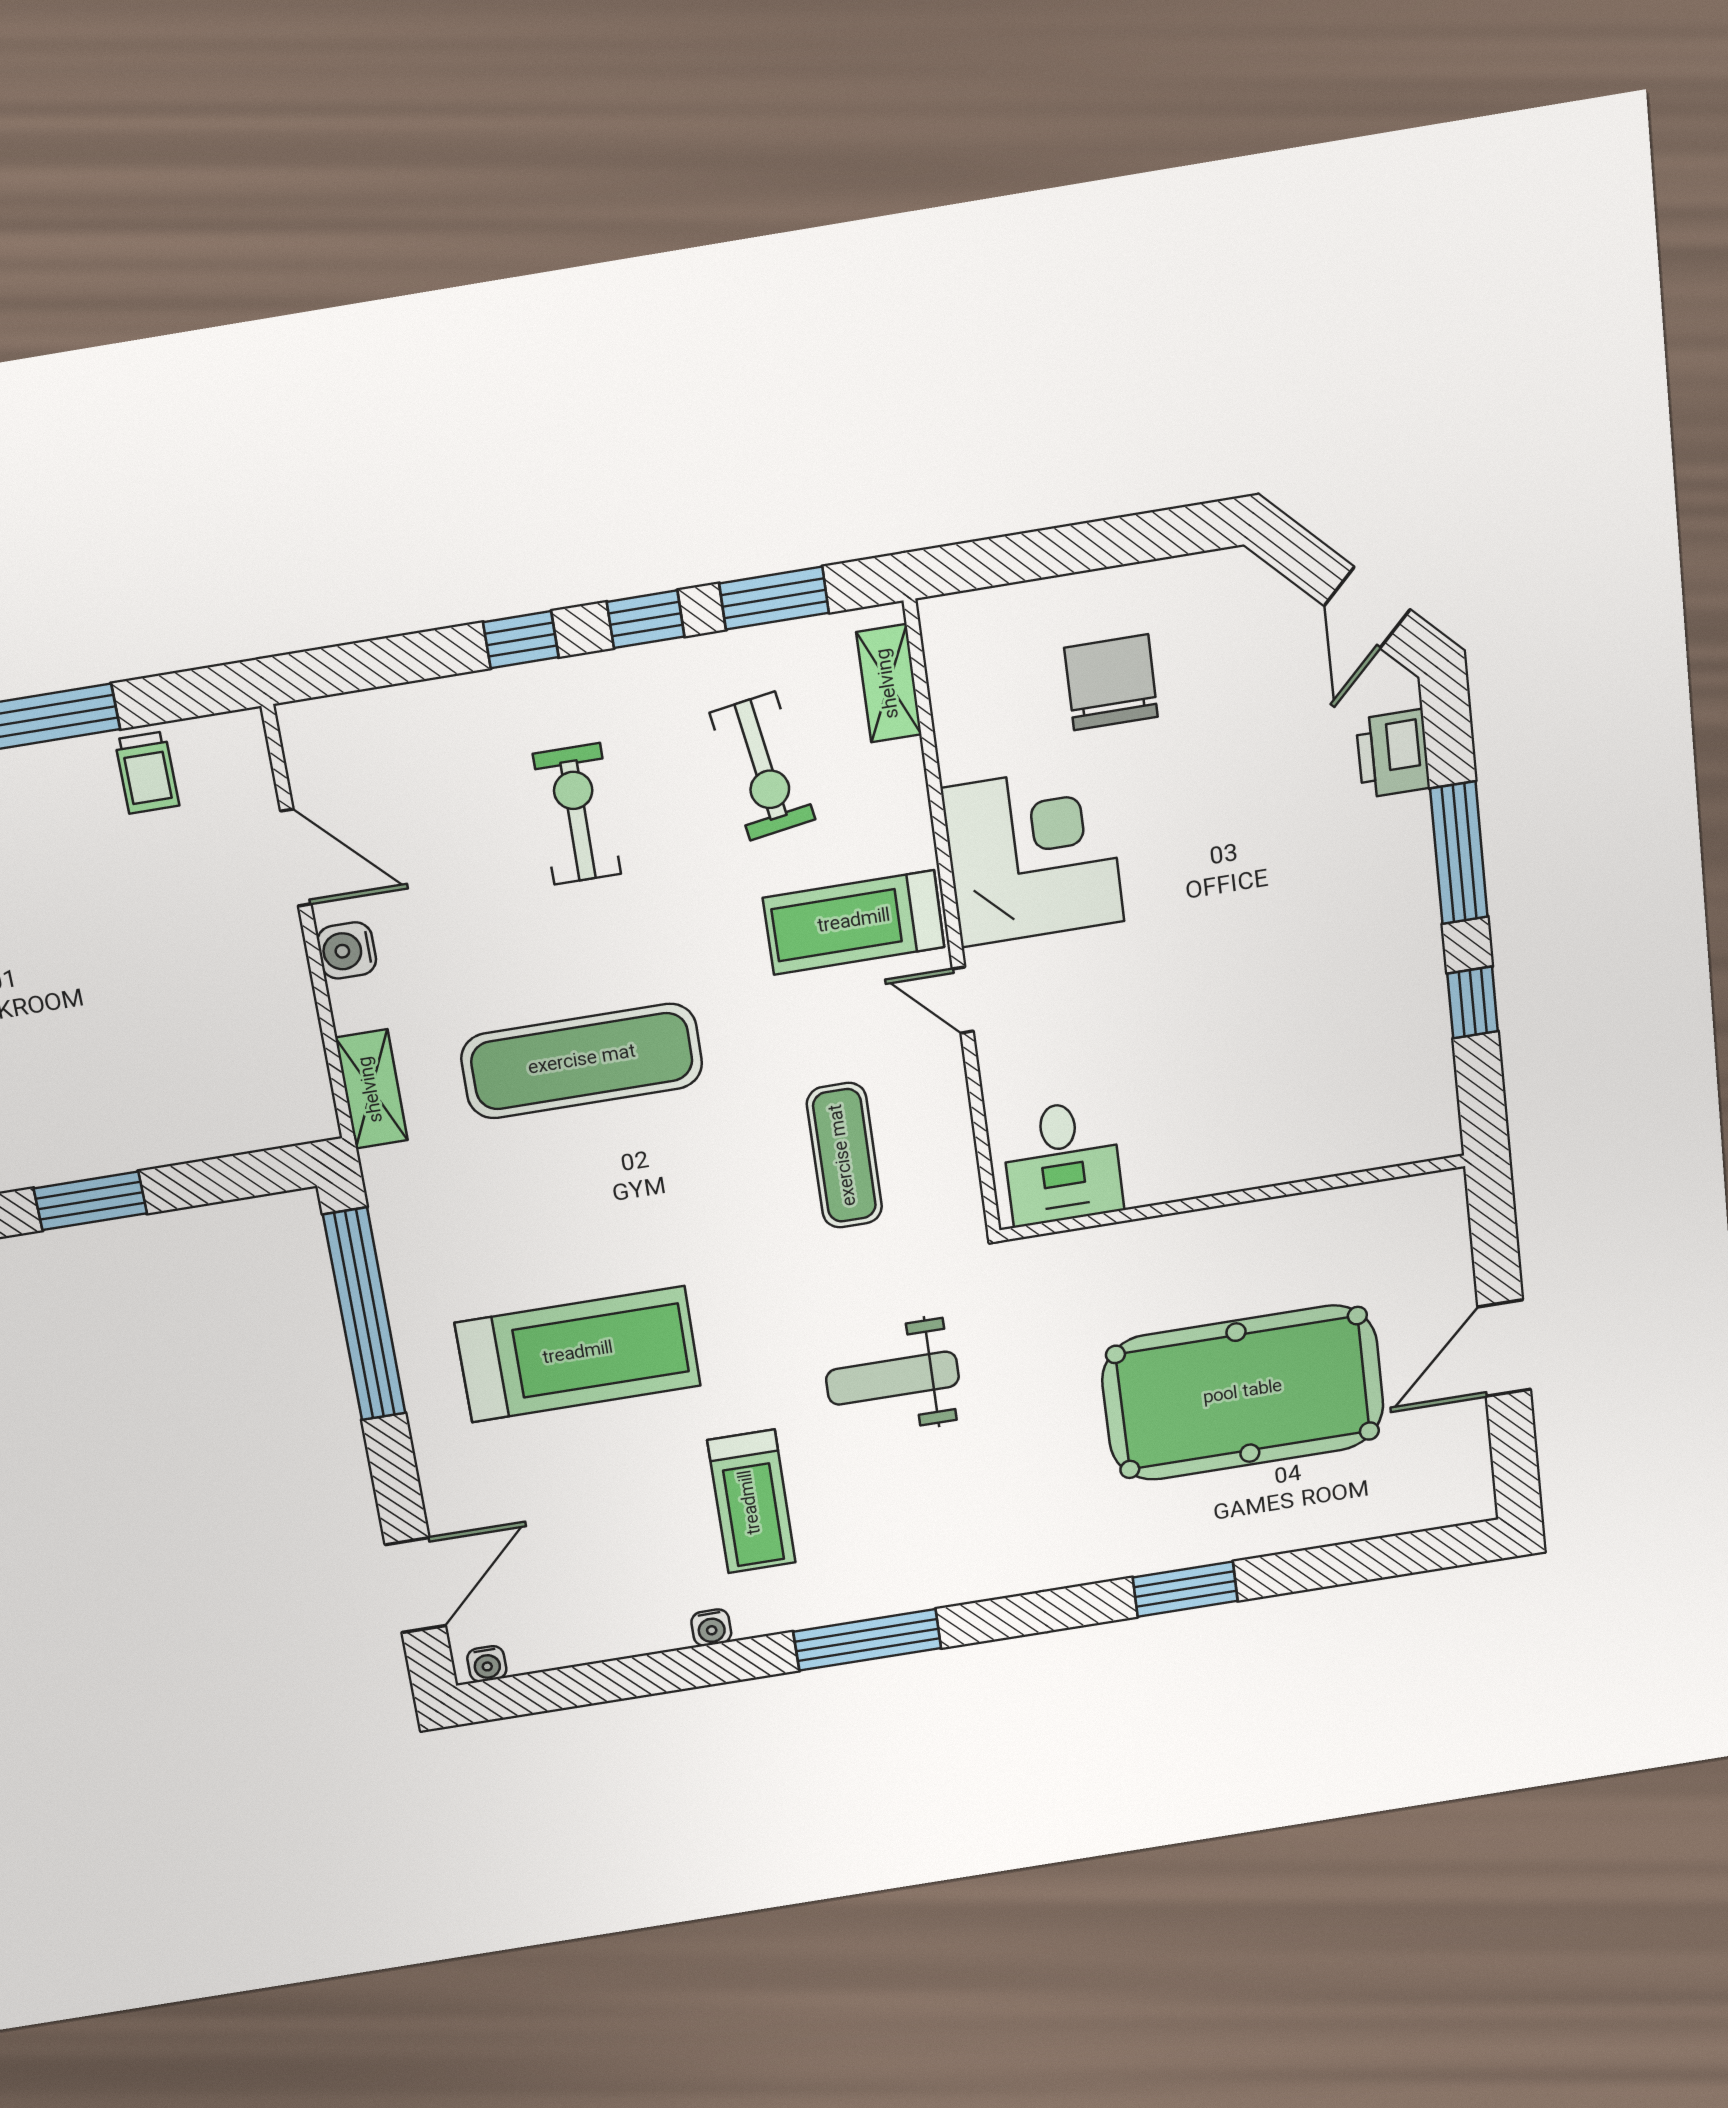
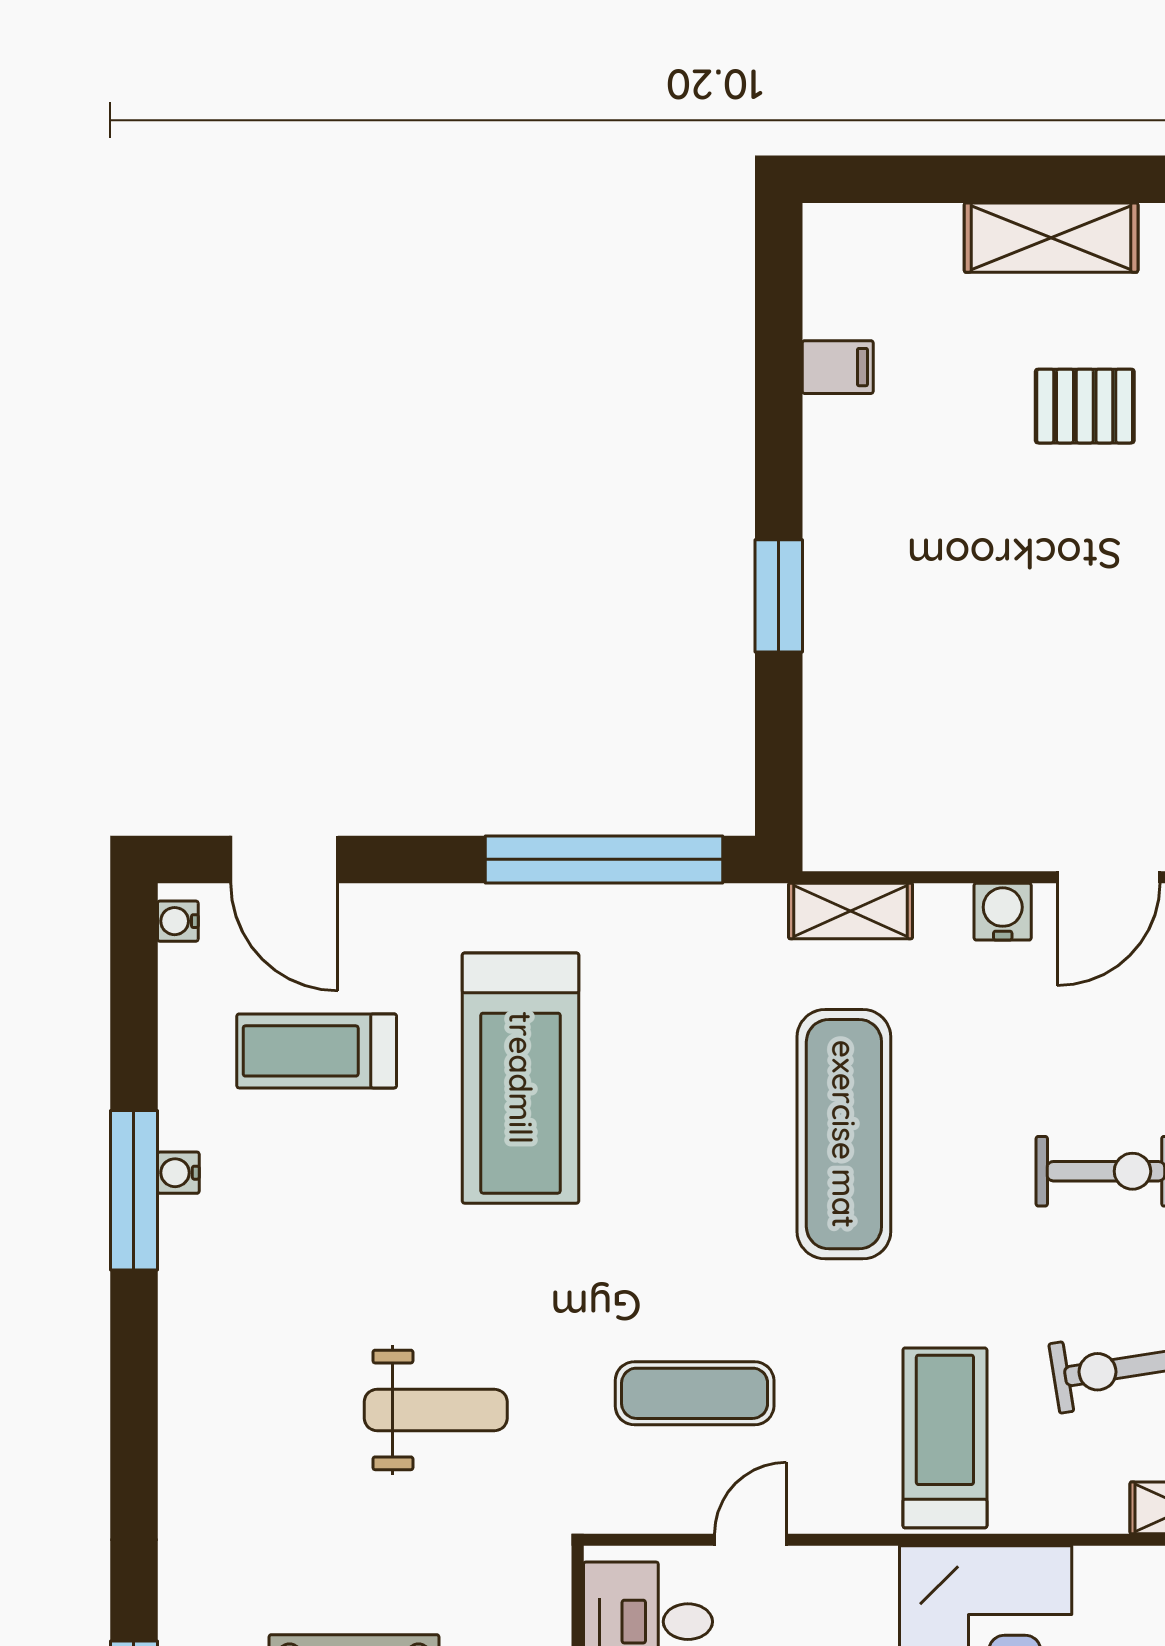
door: (963, 1000) -> (751, 1540), moved
weight bench: (892, 1378) -> (436, 1410), turned 90
treadmill: (751, 1502) -> (317, 1051), moved
window: (867, 1640) -> (134, 1190), moved

